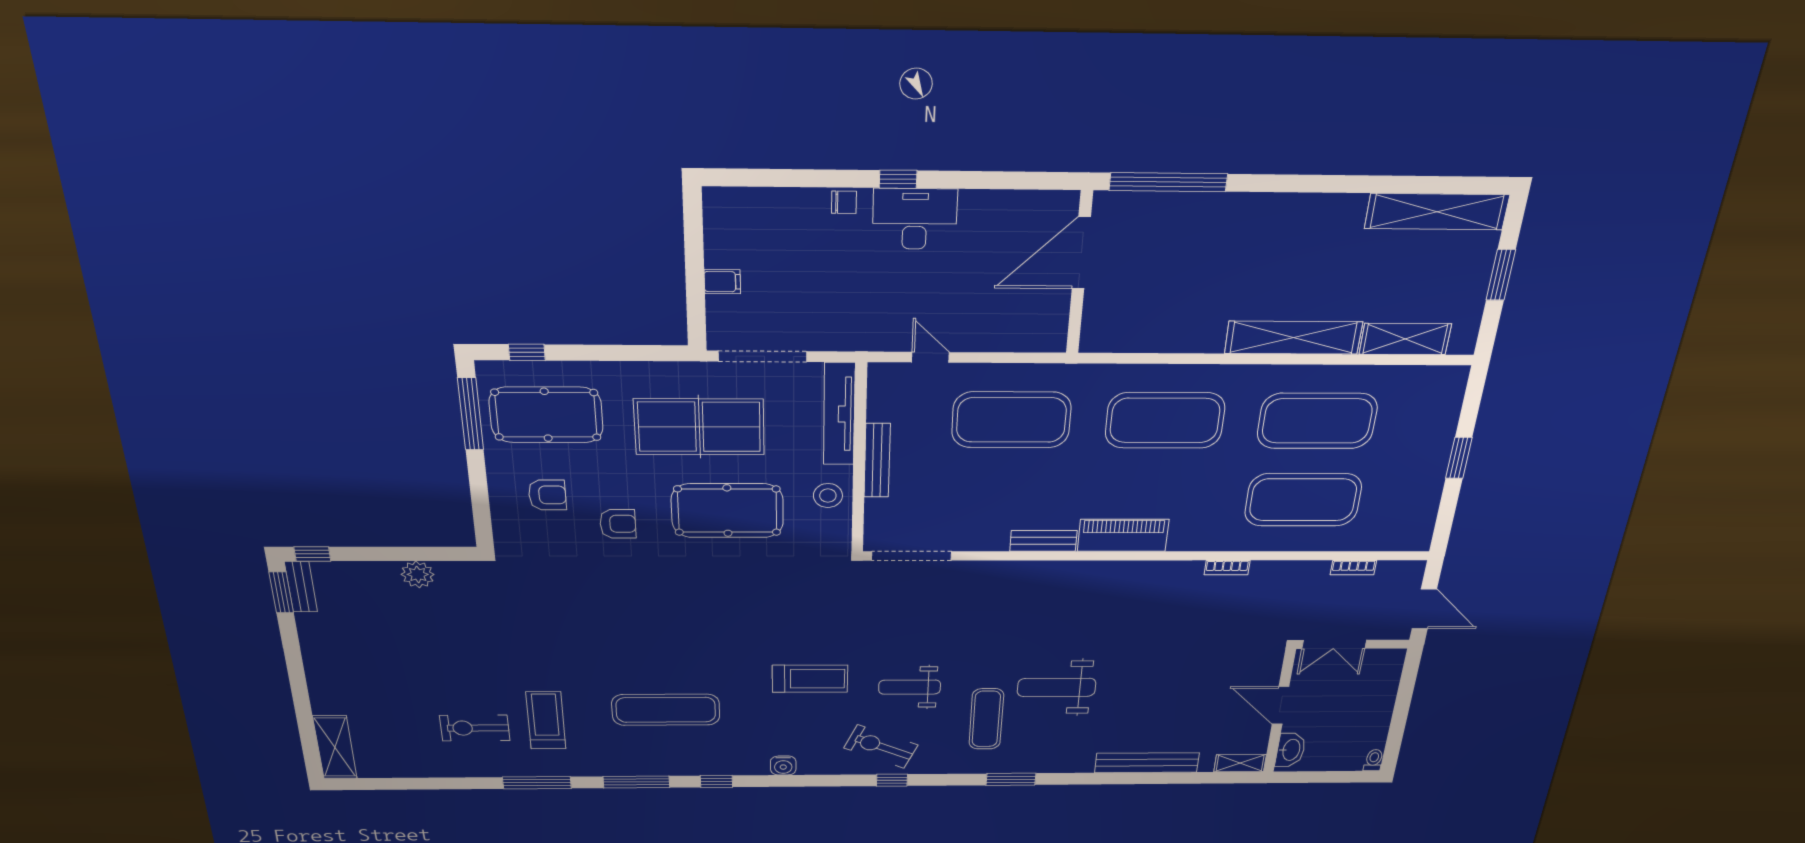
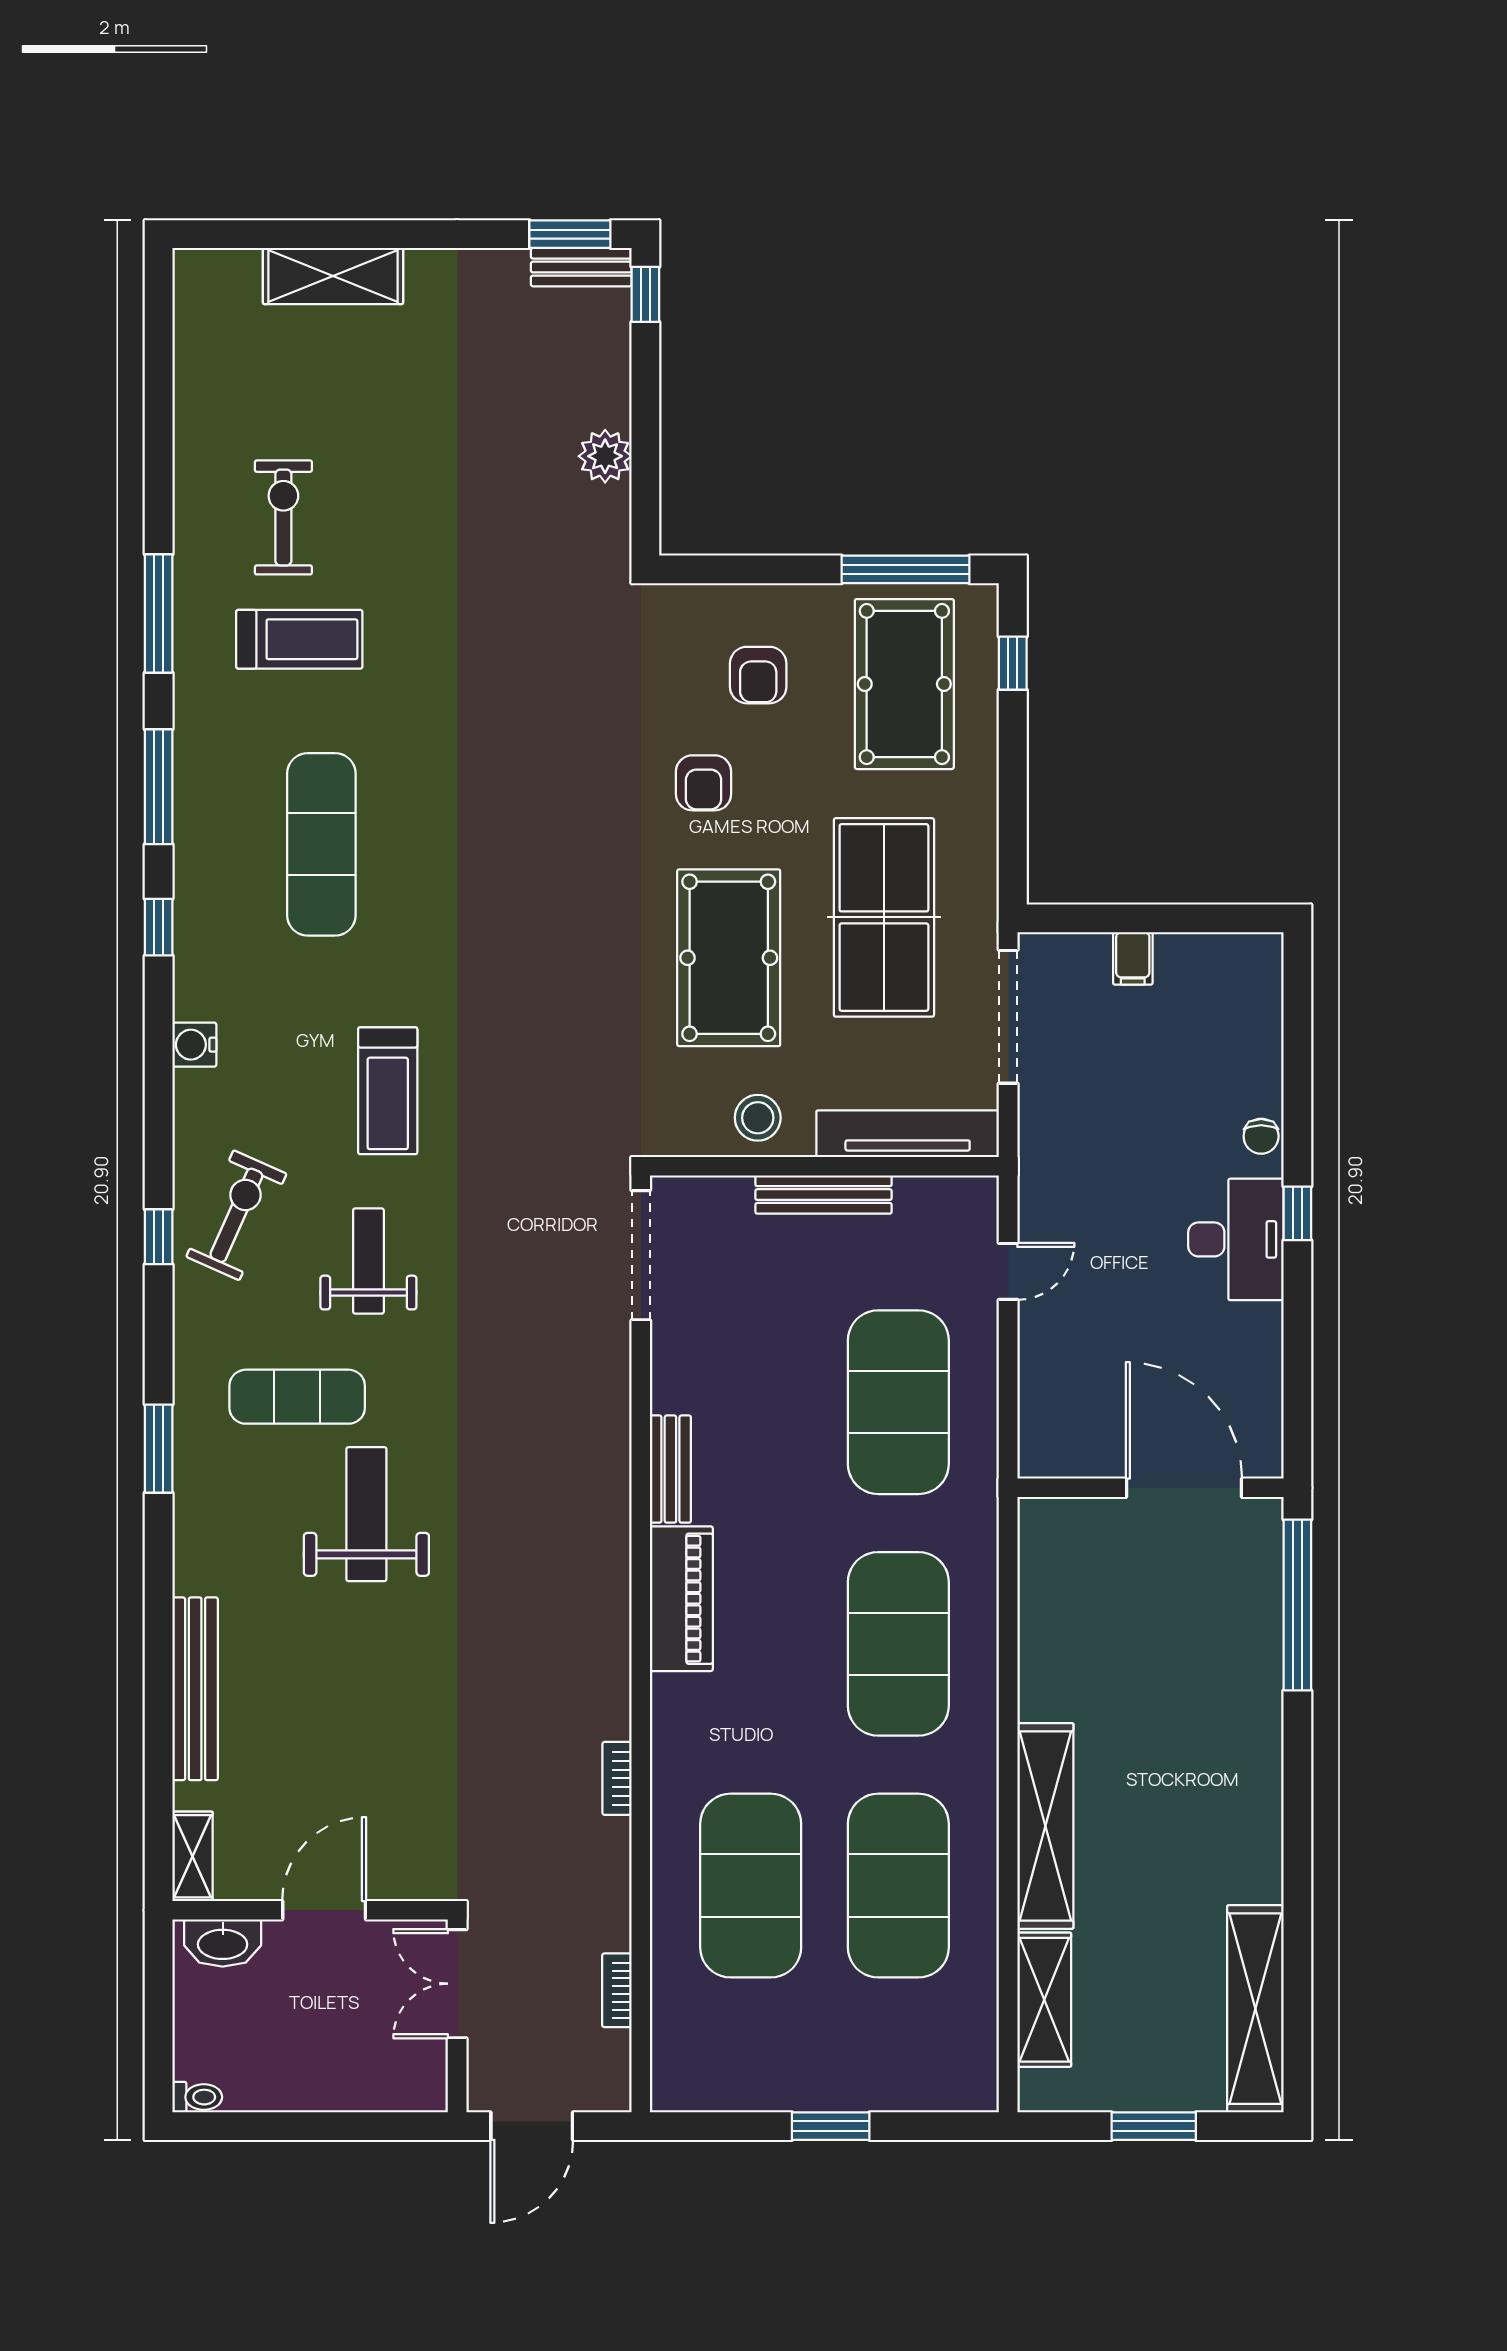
shelving: (335, 747) -> (333, 276), moved

